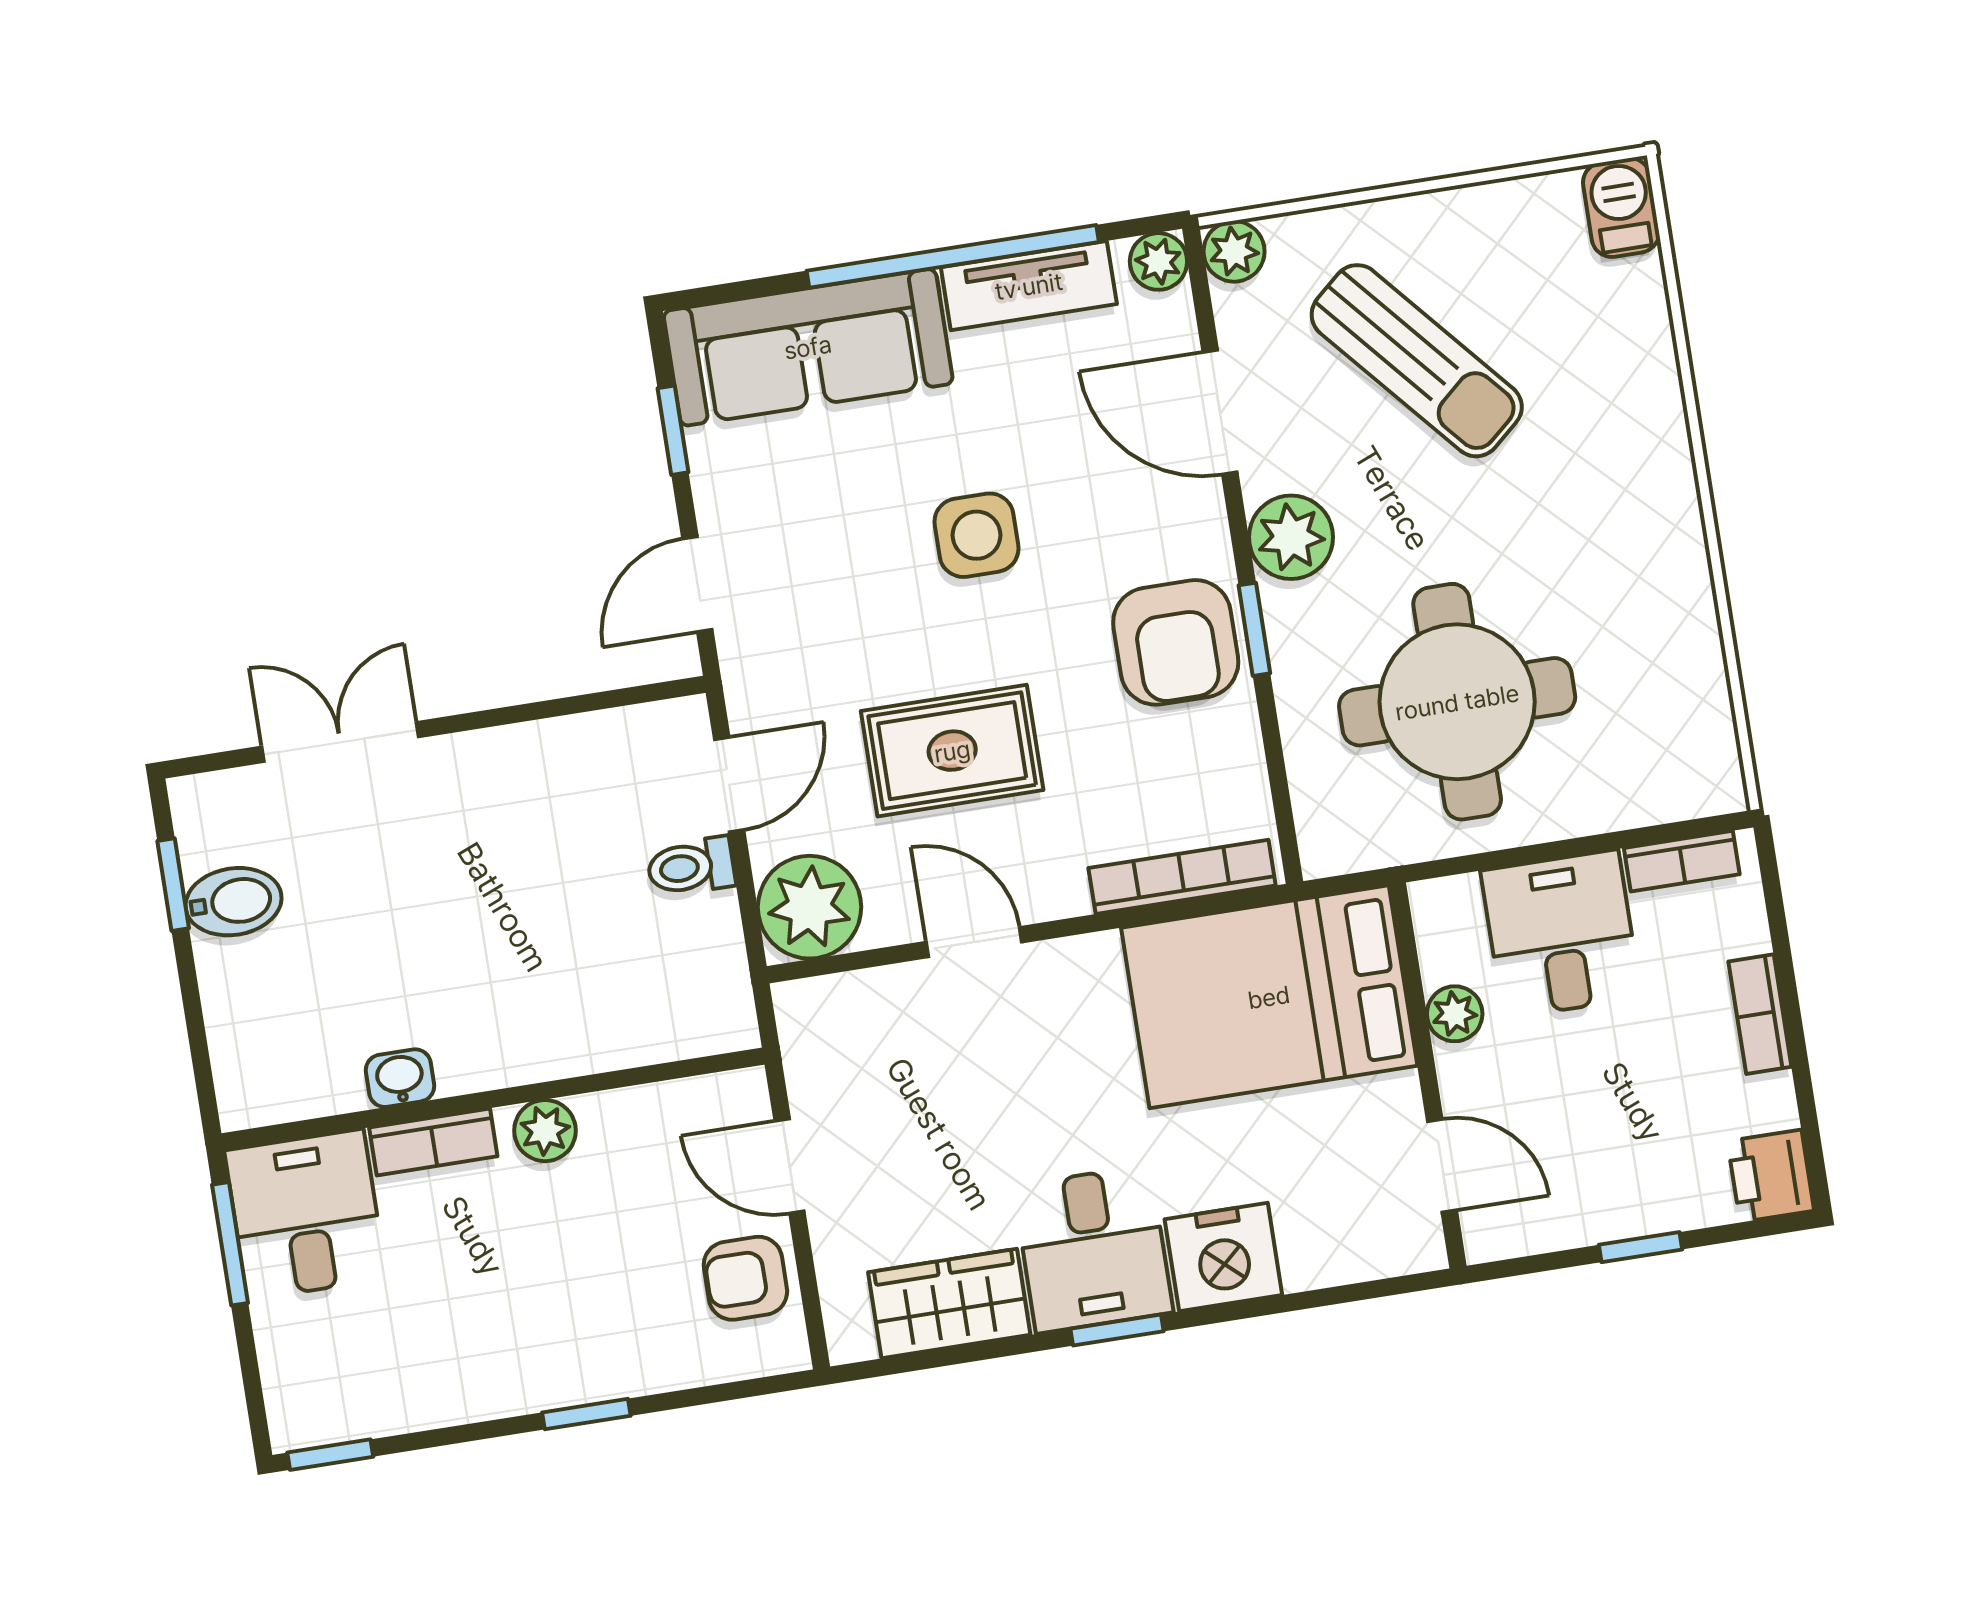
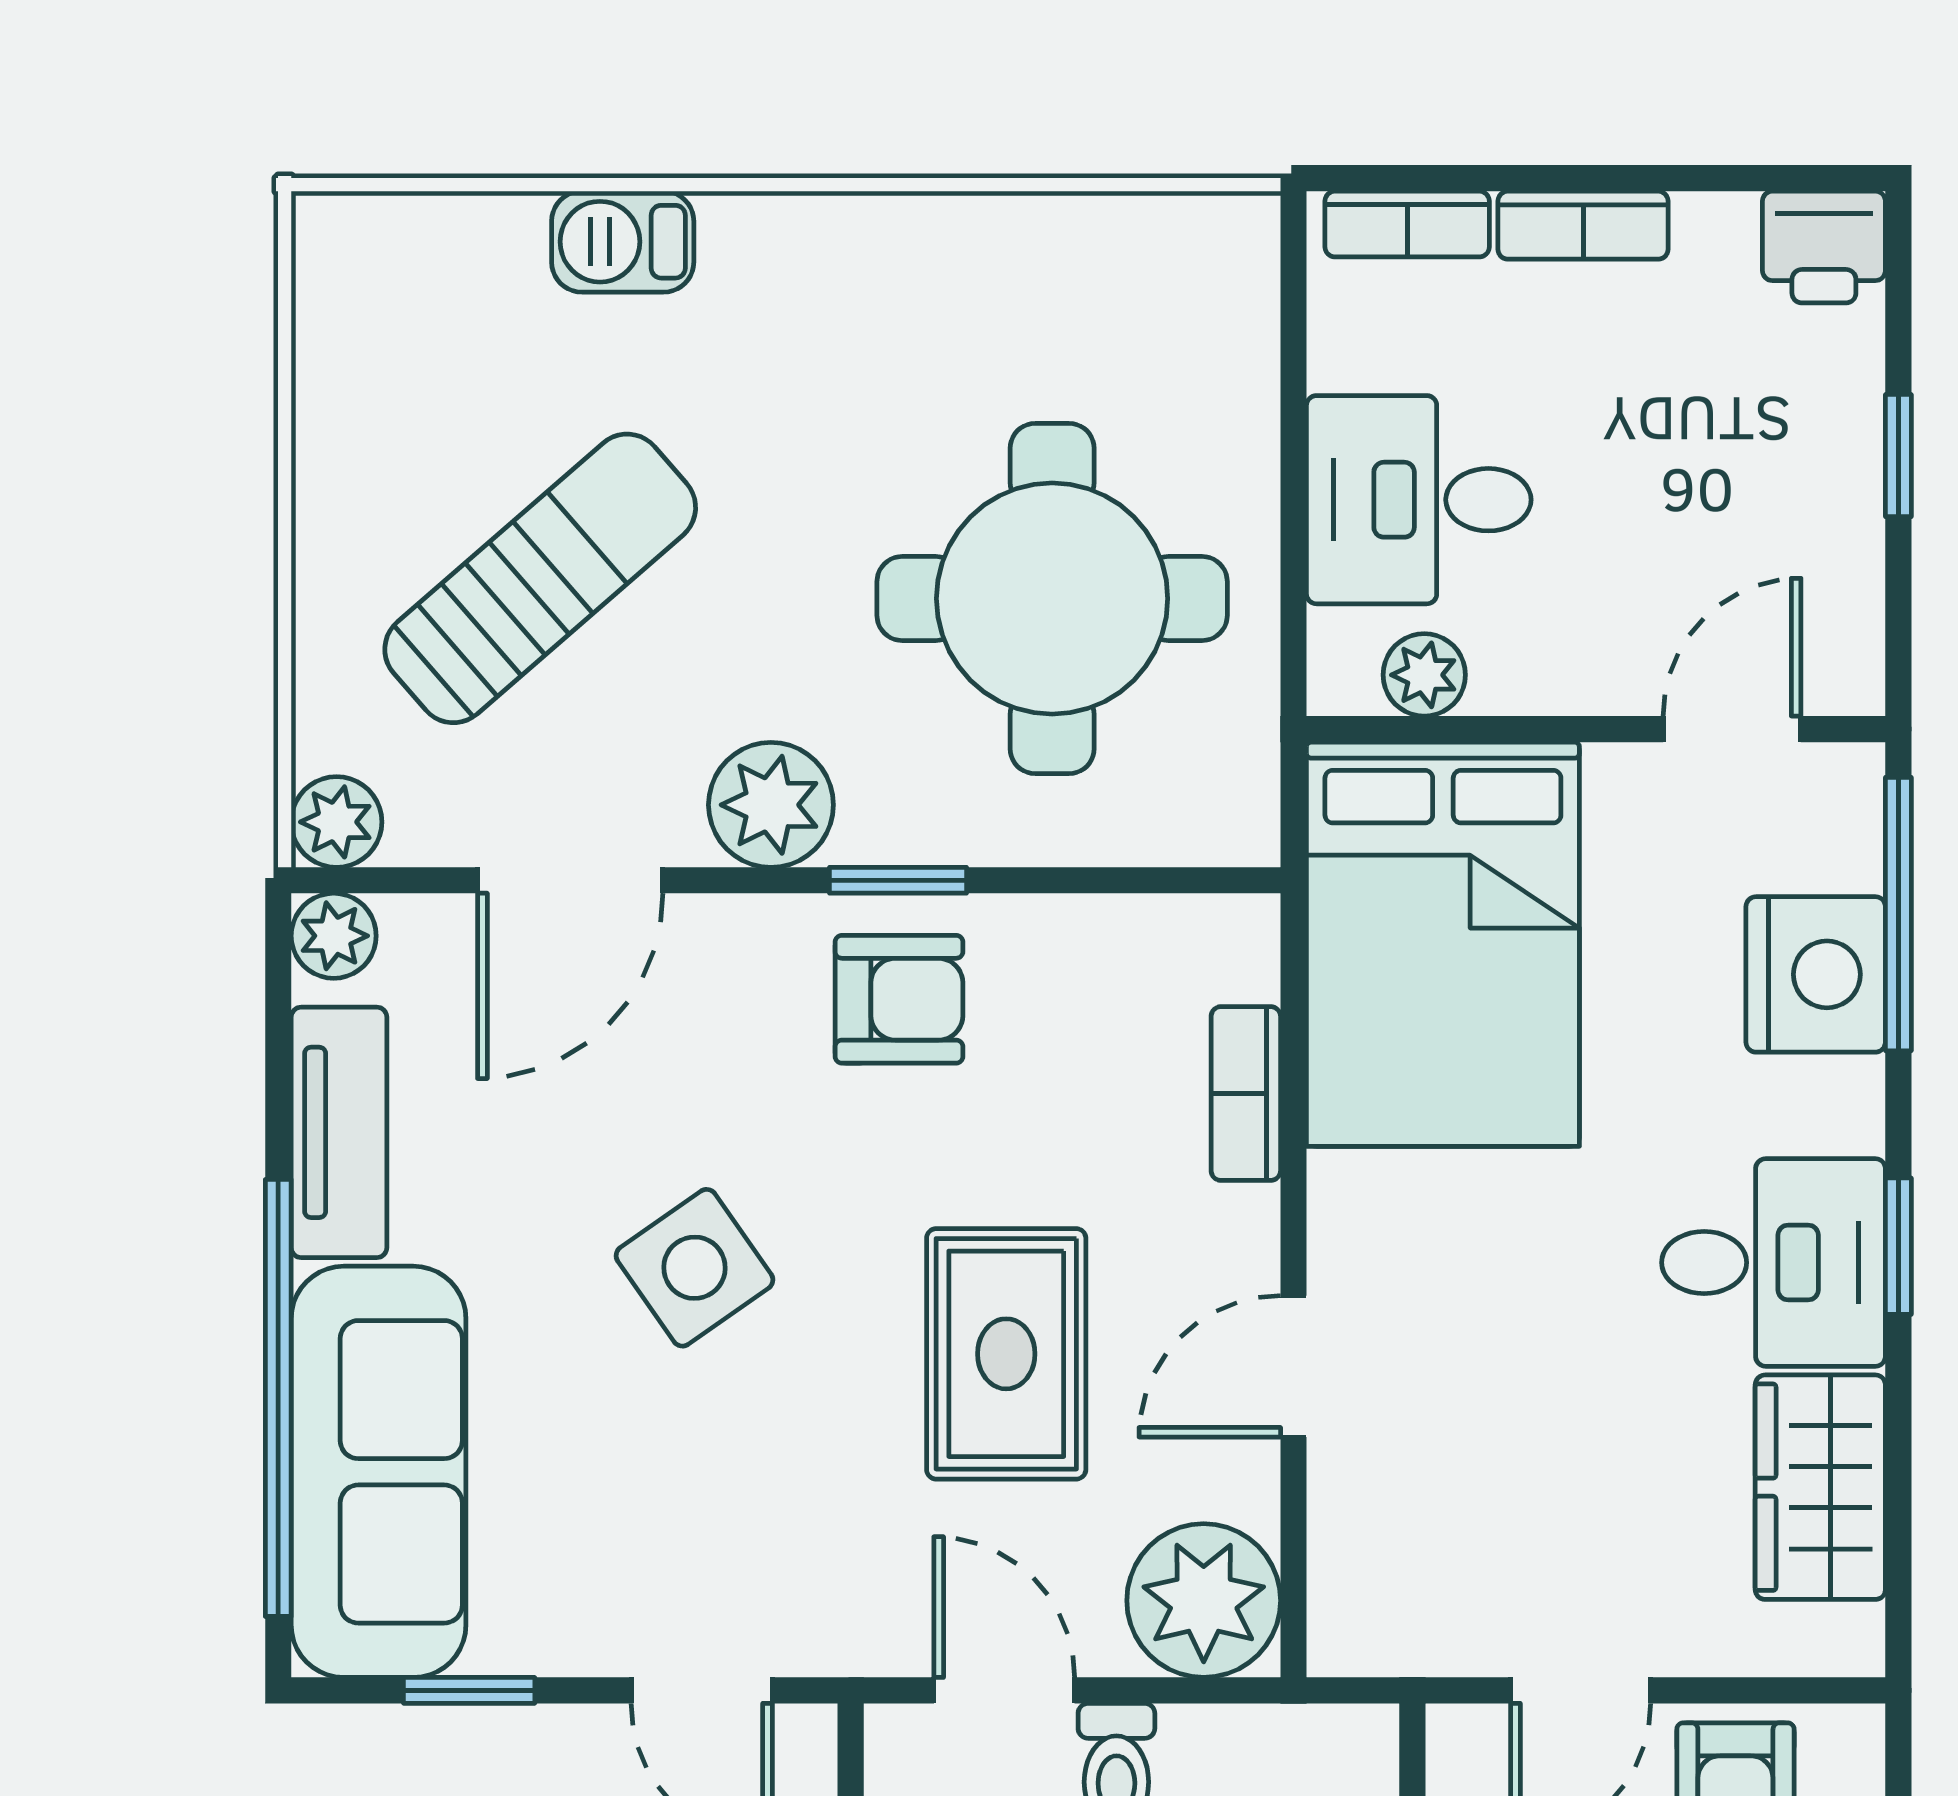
barbecue: (1621, 208) -> (623, 242), moved
window: (953, 256) -> (278, 1398), moved
side table: (976, 535) -> (695, 1268), turned -35
armchair: (1176, 642) -> (899, 999), width x0.72, depth x0.72
bookcase: (1682, 861) -> (1407, 224), moved, turned 90
bookcase: (1182, 877) -> (1246, 1094), width x0.64
plant: (1455, 1014) -> (1424, 675), moved
nightstand: (1223, 1257) -> (1816, 974), moved
window: (1337, 1295) -> (1898, 914), added

